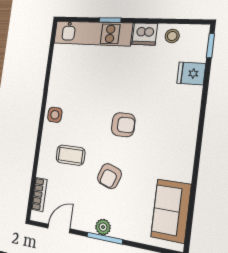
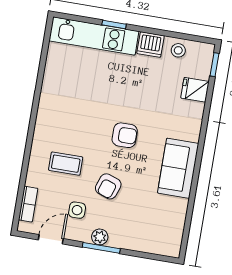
side table: (55, 115) -> (77, 210), moved
sofa: (171, 211) -> (178, 168), moved

